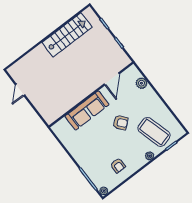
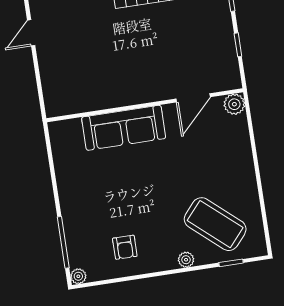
plant: (141, 83) -> (234, 104), moved
armchair: (120, 123) -> (168, 178), removed
coffee table: (154, 132) -> (215, 224), turned -33

